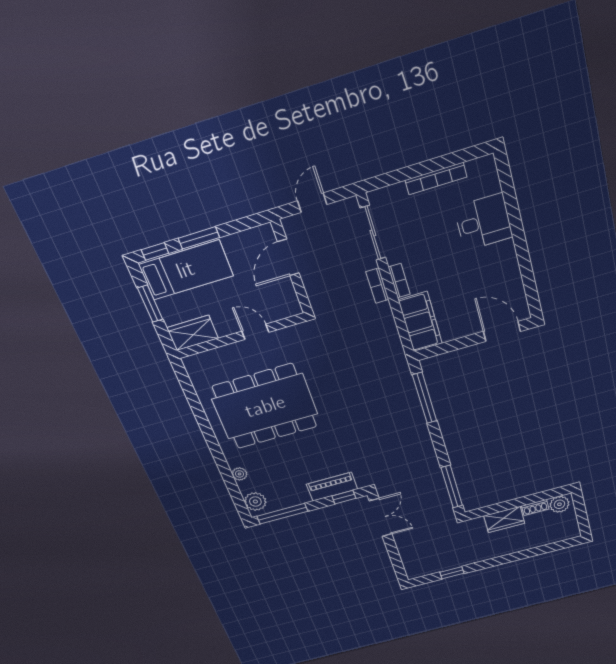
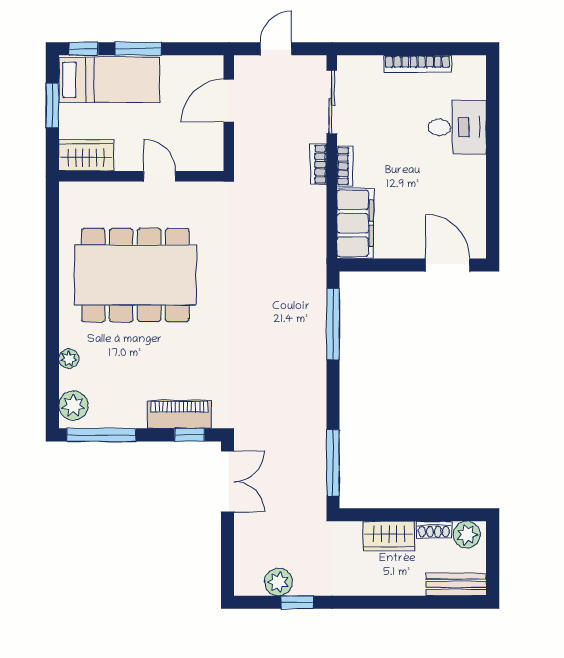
bench: (559, 535) -> (456, 584), added
plant: (435, 565) -> (278, 582), added

